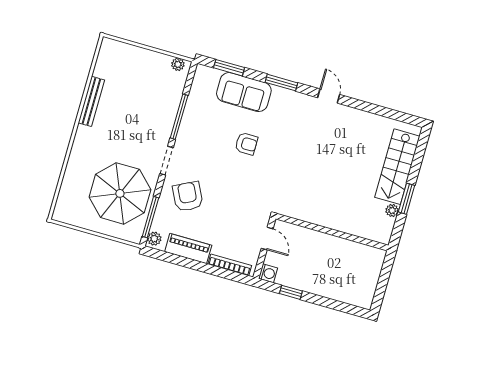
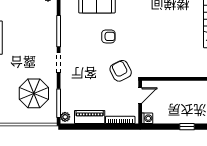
parasol: (120, 193) -> (34, 93), width x0.73, depth x0.73
armchair: (188, 196) -> (121, 71), moved
door: (267, 239) -> (140, 95), hinge flipped
window: (291, 292) -> (187, 127), moved

